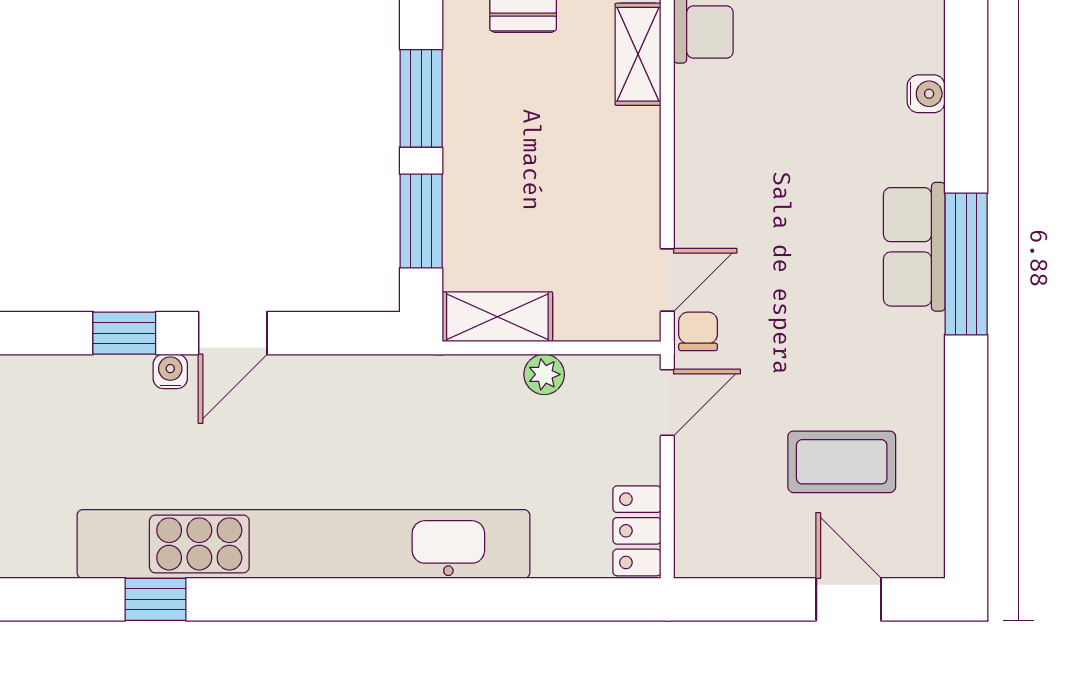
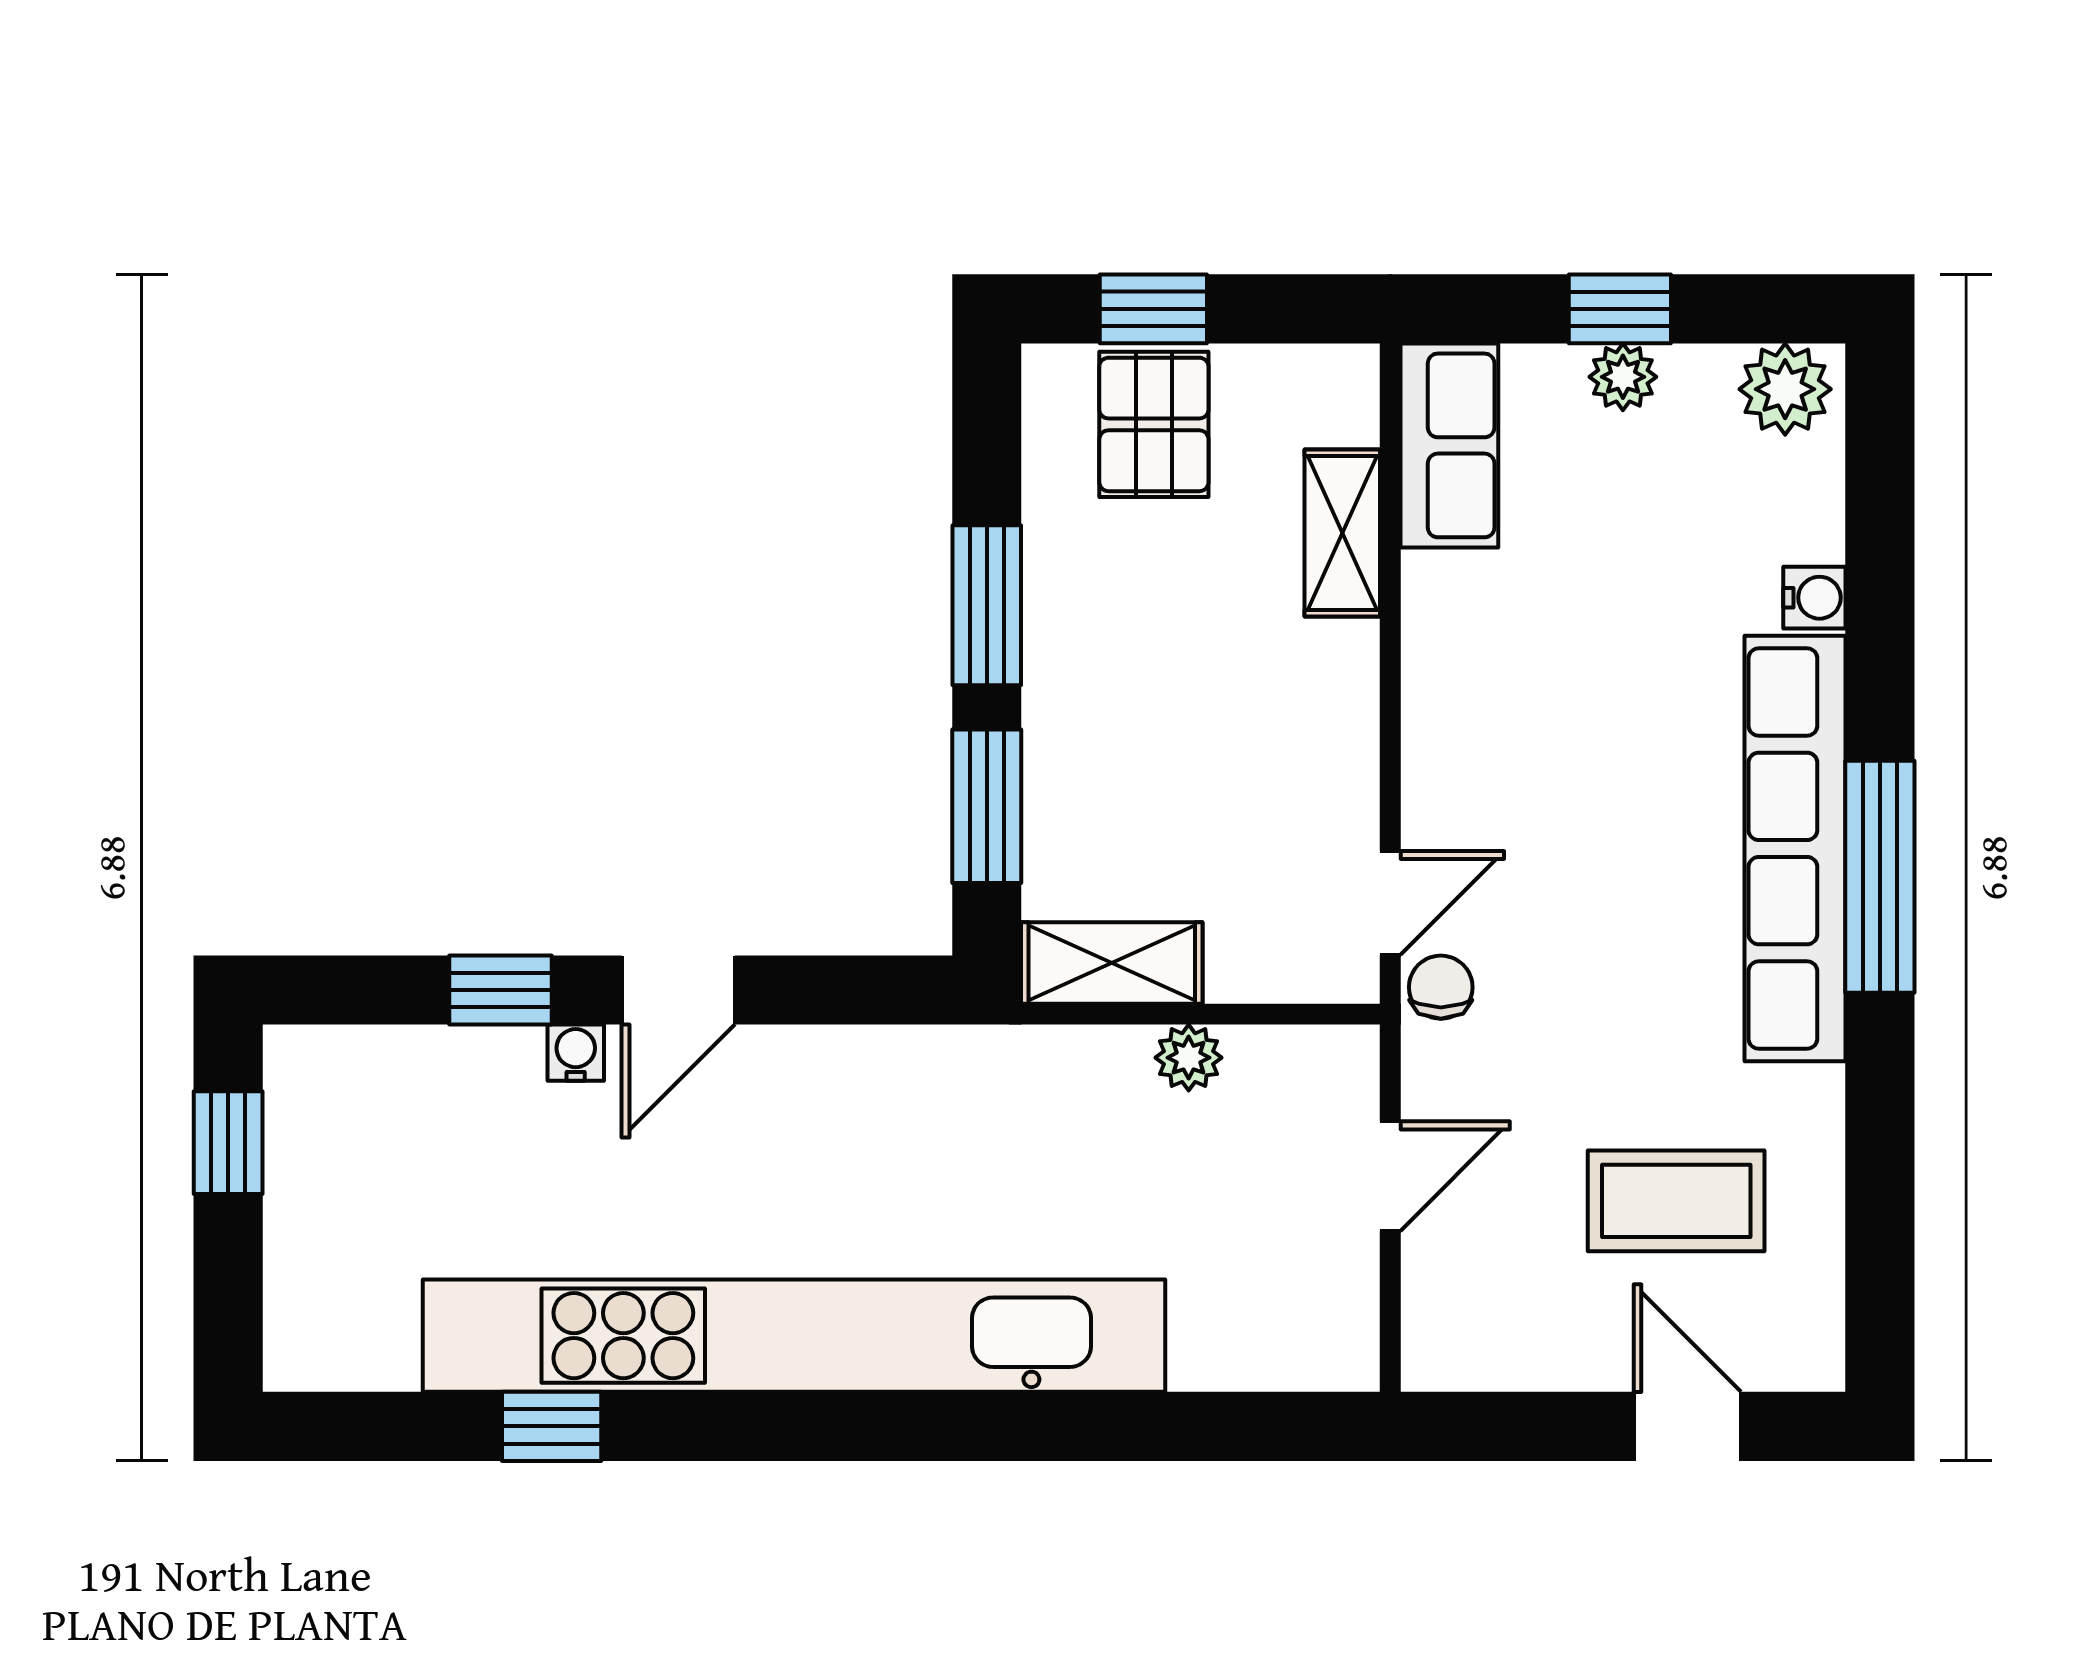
row of seats: (914, 247) -> (1795, 848), width x2.02
door: (667, 403) -> (1390, 1176), moved
locker: (637, 531) -> (1341, 1314), removed

